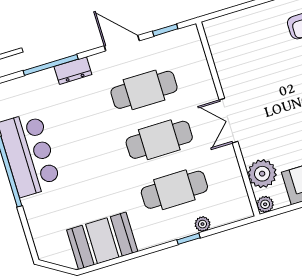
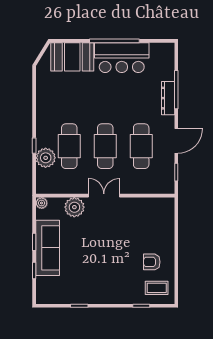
dresser: (73, 71) -> (168, 98), width x1.44
plant: (262, 174) -> (74, 207), moved
plant: (202, 224) -> (46, 158), width x1.87, depth x1.87
booth: (102, 241) -> (72, 57), moved, turned 90

